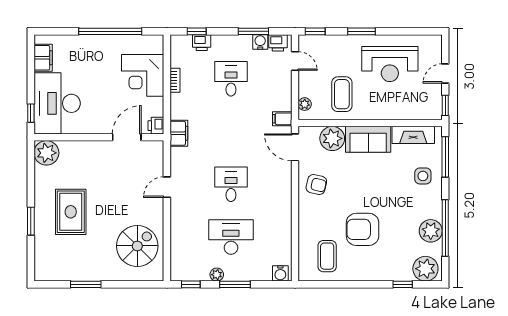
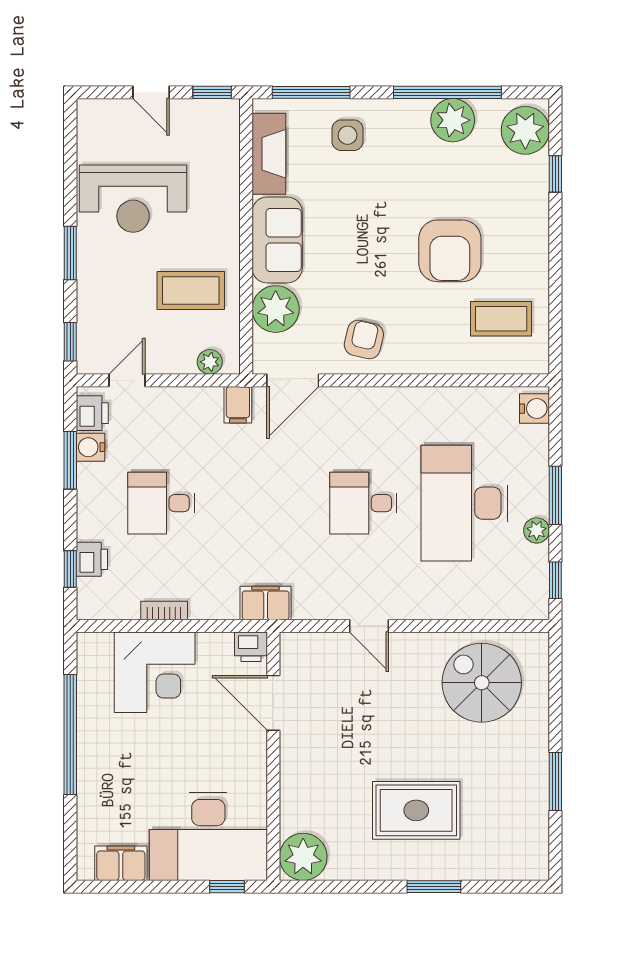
reception desk: (390, 64) -> (133, 199), turned 90
desk: (231, 237) -> (464, 503), width x1.36, depth x1.30

